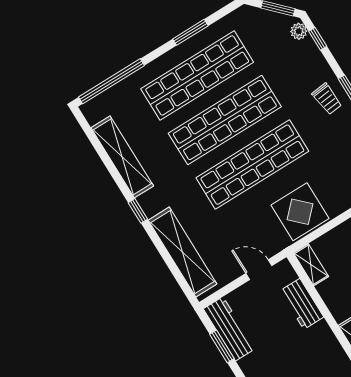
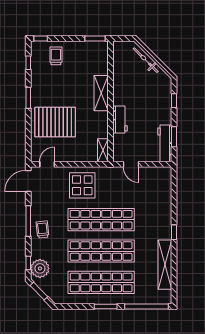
plant: (299, 31) -> (40, 268), width x1.88, depth x1.88
window: (190, 32) -> (106, 306), moved
display table: (300, 212) -> (82, 185), moved
shelving: (183, 252) -> (164, 197), removed
workbench: (302, 304) -> (120, 120), moved

